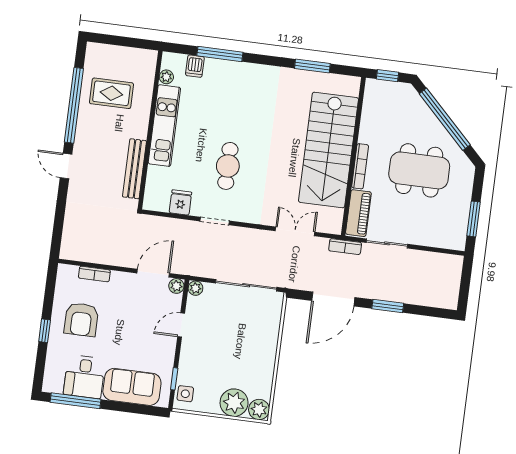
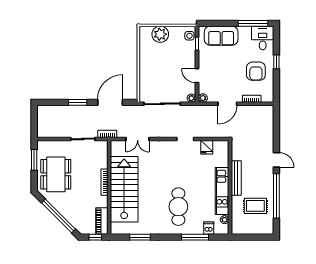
cafe table: (228, 166) -> (178, 207), moved, width x1.37, depth x1.35
bench: (134, 169) -> (236, 178), moved
dining table: (419, 170) -> (56, 174), moved, turned 90
piano: (358, 213) -> (102, 221), moved
door: (153, 273) -> (227, 104), moved
armchair: (81, 320) -> (256, 71), turned 180
door: (181, 325) -> (197, 76), swing flipped
desk: (84, 377) -> (263, 38), moved
plant: (259, 410) -> (145, 32), removed

